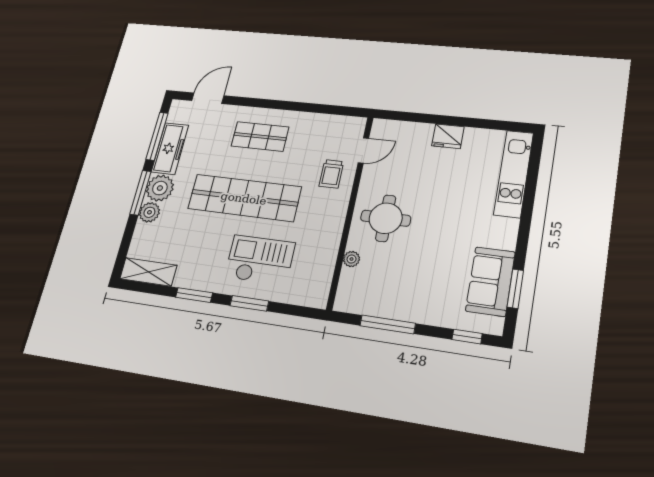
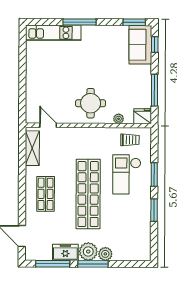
fridge: (448, 136) -> (143, 116), moved, turned -90
freezer: (170, 148) -> (65, 252), width x0.71
trolley: (331, 174) -> (130, 140), moved
window: (526, 217) -> (80, 22), added
shelving: (148, 272) -> (32, 148), moved
sofa: (490, 281) -> (140, 45), moved, turned 90
window: (515, 289) -> (134, 22), moved

